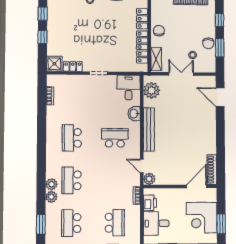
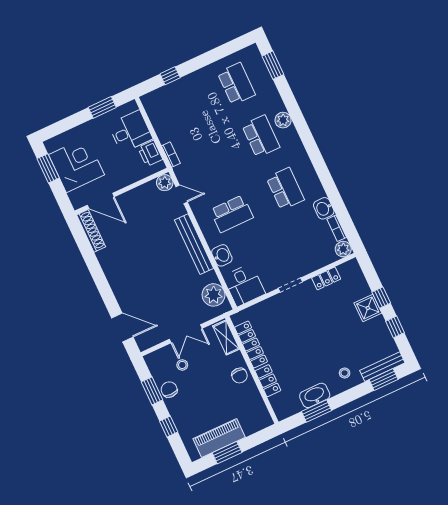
shower: (54, 64) -> (368, 308), moved
washbasin: (52, 113) -> (324, 208), added
door: (197, 186) -> (101, 201), hinge flipped
plant: (51, 197) -> (343, 249), moved
school desk: (115, 223) -> (183, 109), removed

